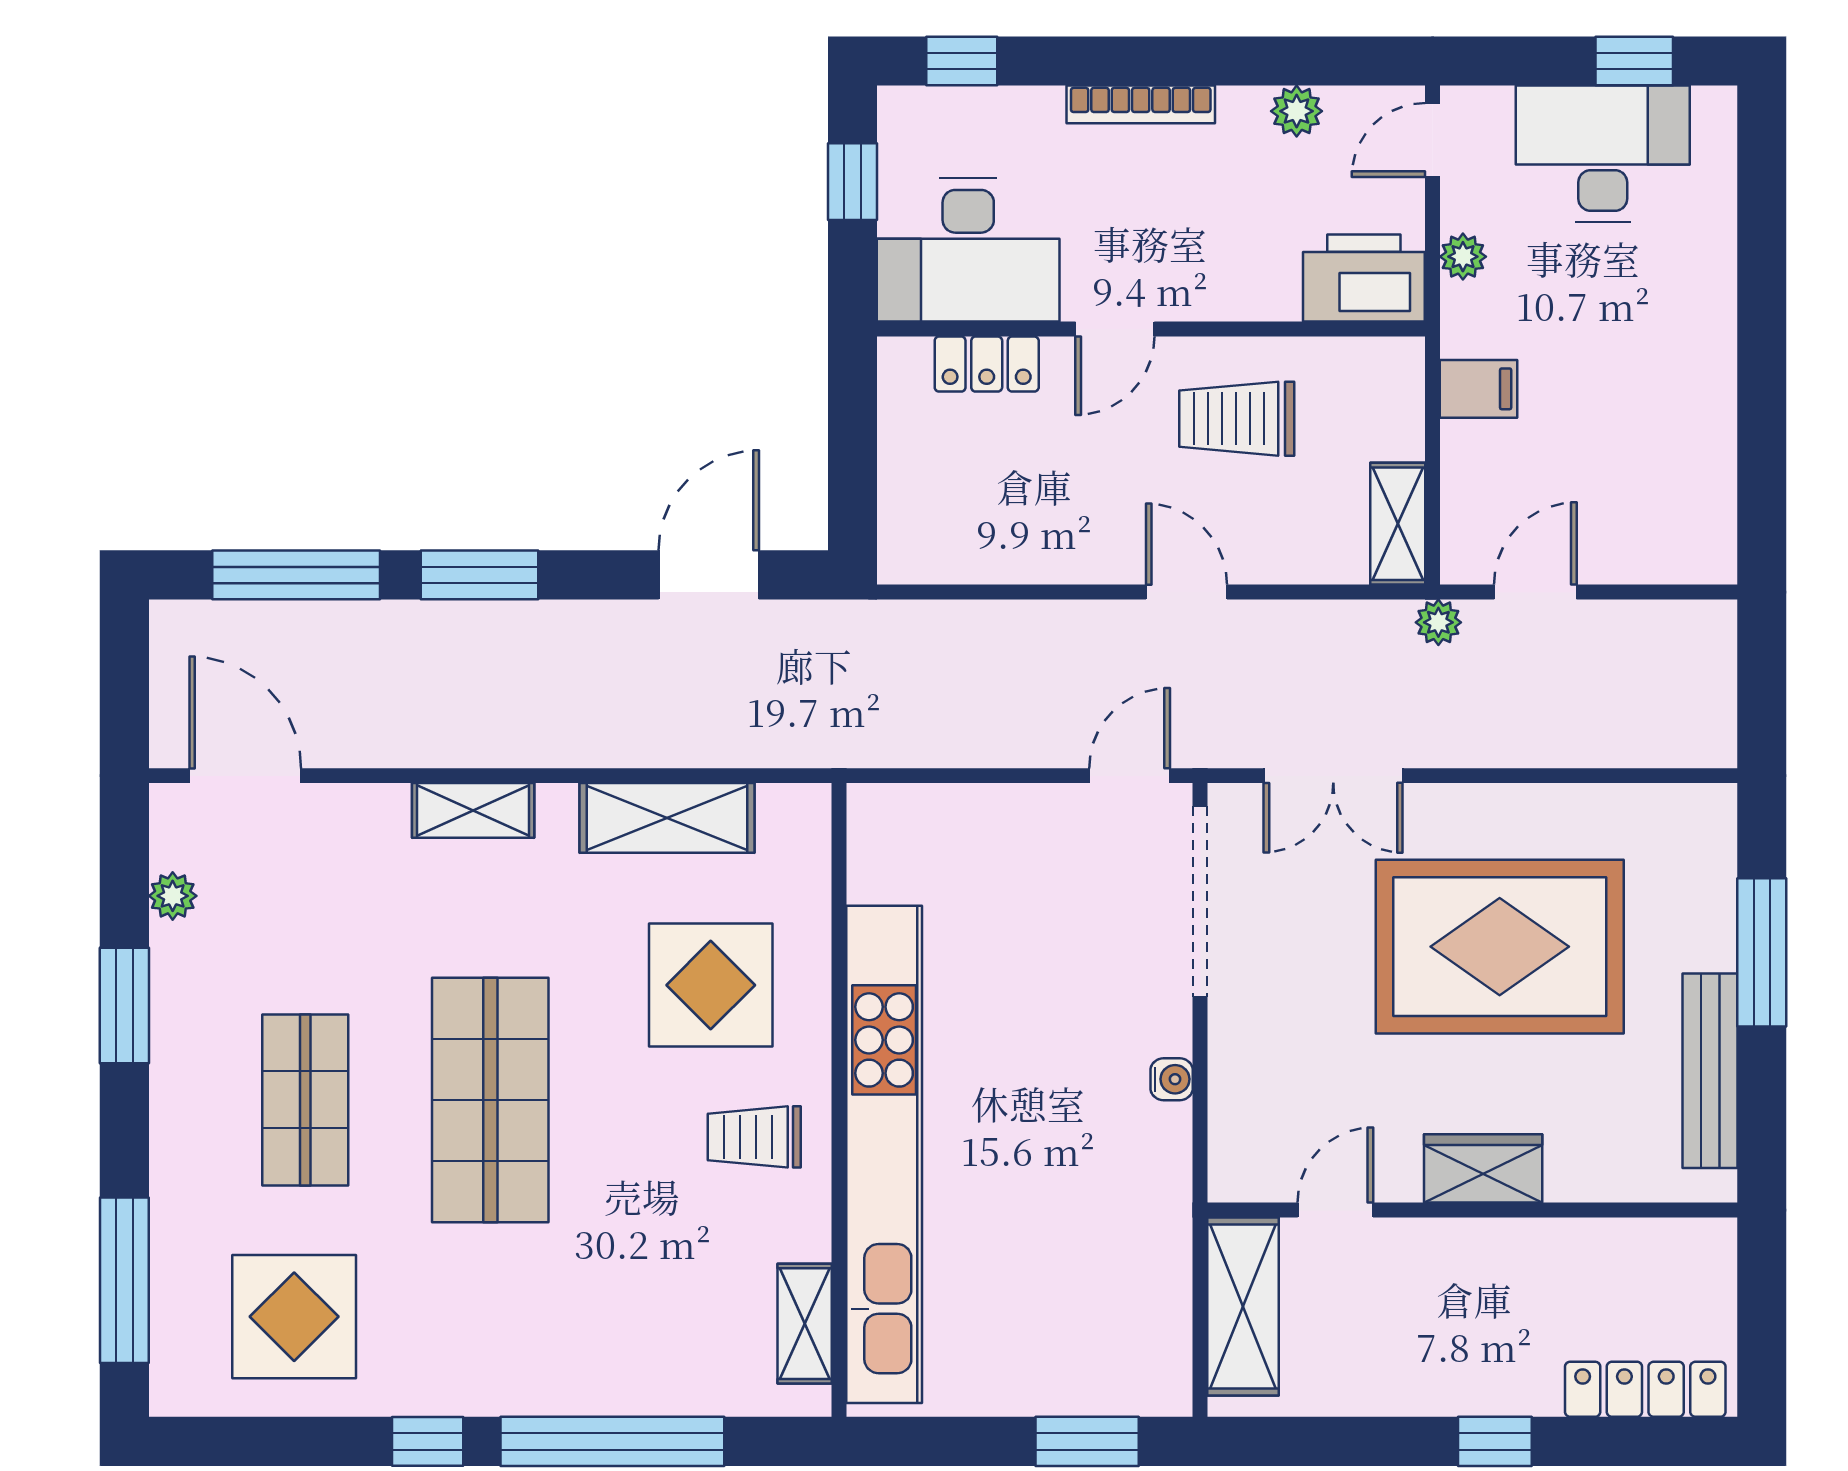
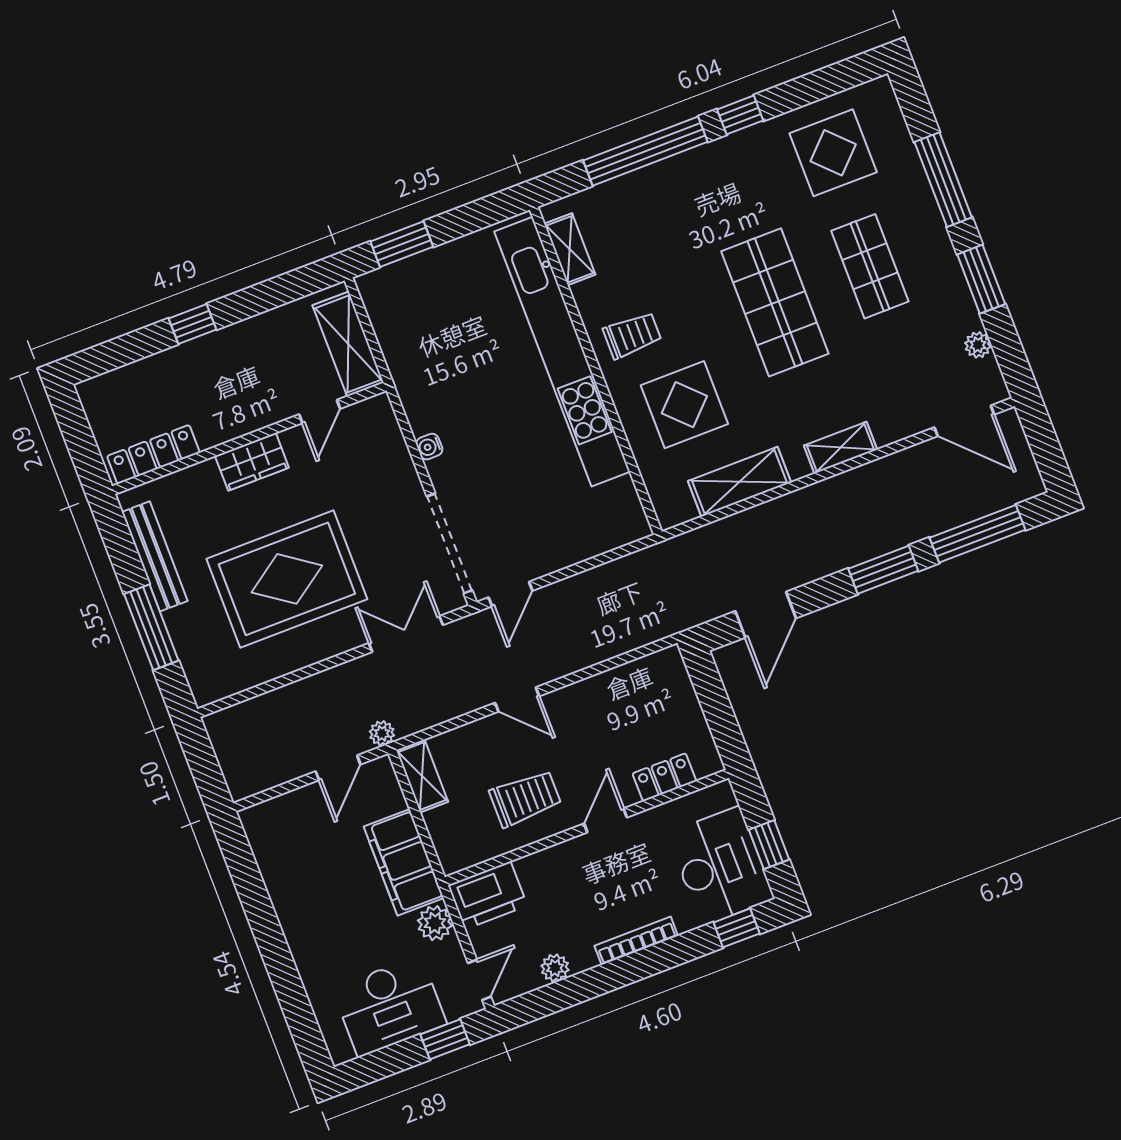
window: (1634, 61) -> (445, 1039), moved
desk: (968, 250) -> (721, 866), moved, turned 90
plant: (1463, 257) -> (435, 923), width x1.38, depth x1.38
filing cabinet: (1479, 389) -> (404, 862), width x3.00, depth x1.17
window: (124, 1280) -> (943, 180), moved
locker: (1645, 1389) -> (153, 454), moved, turned 180

